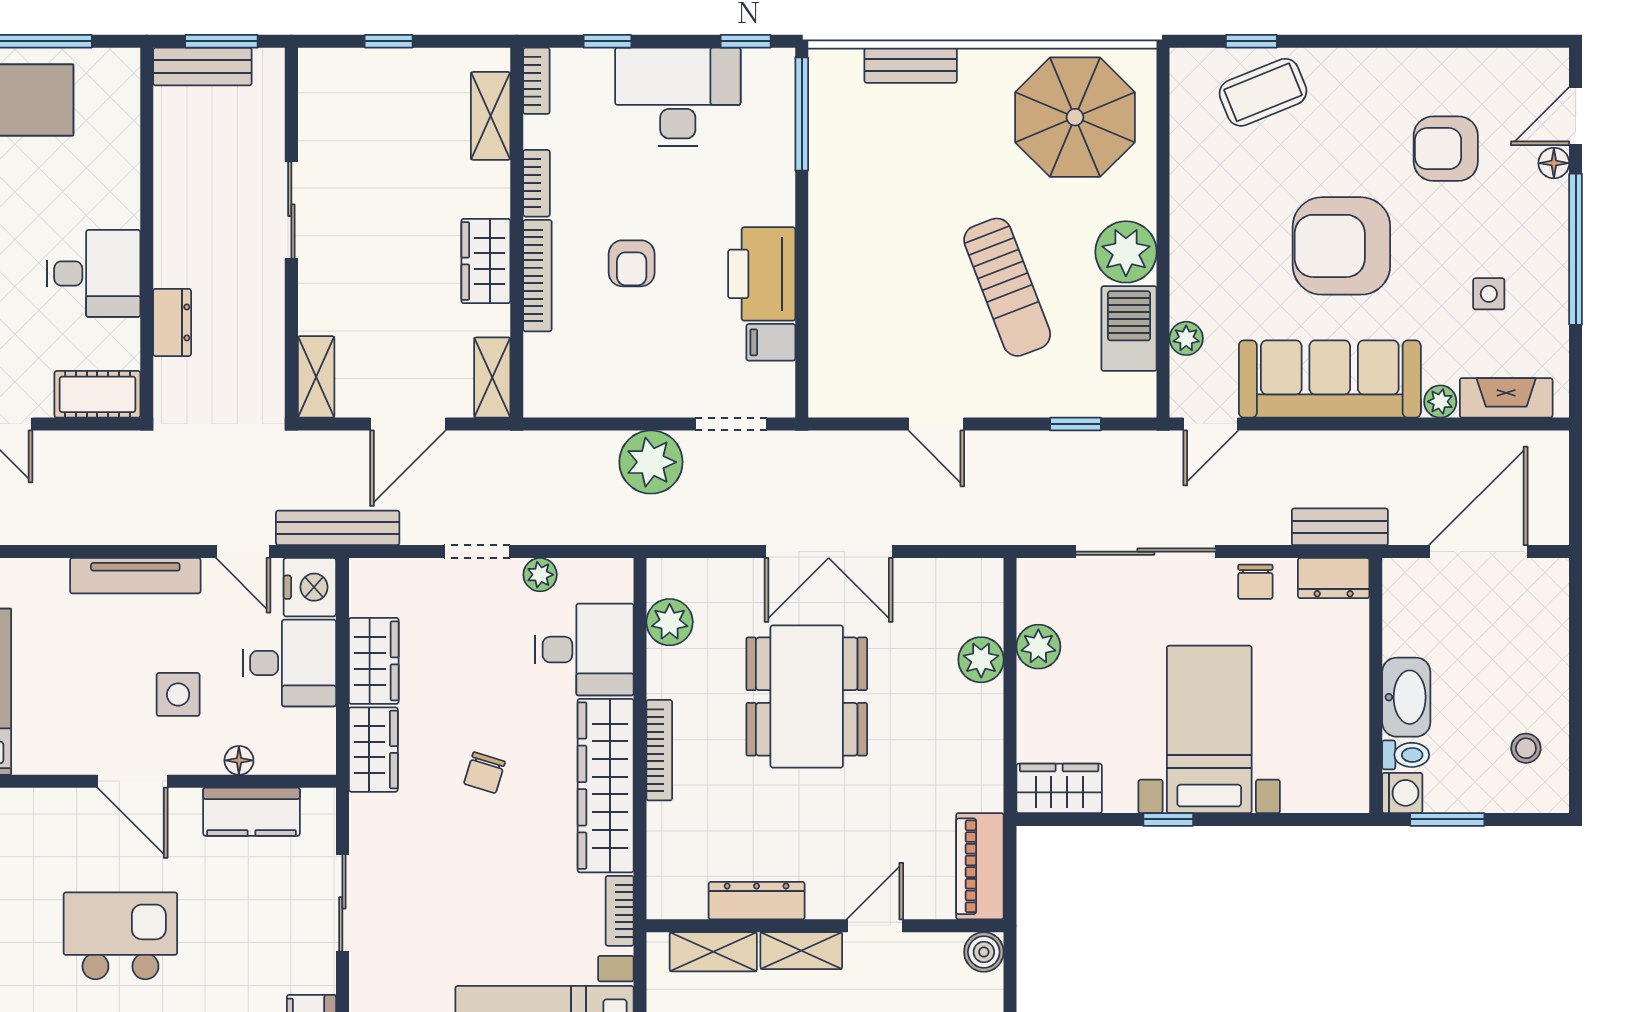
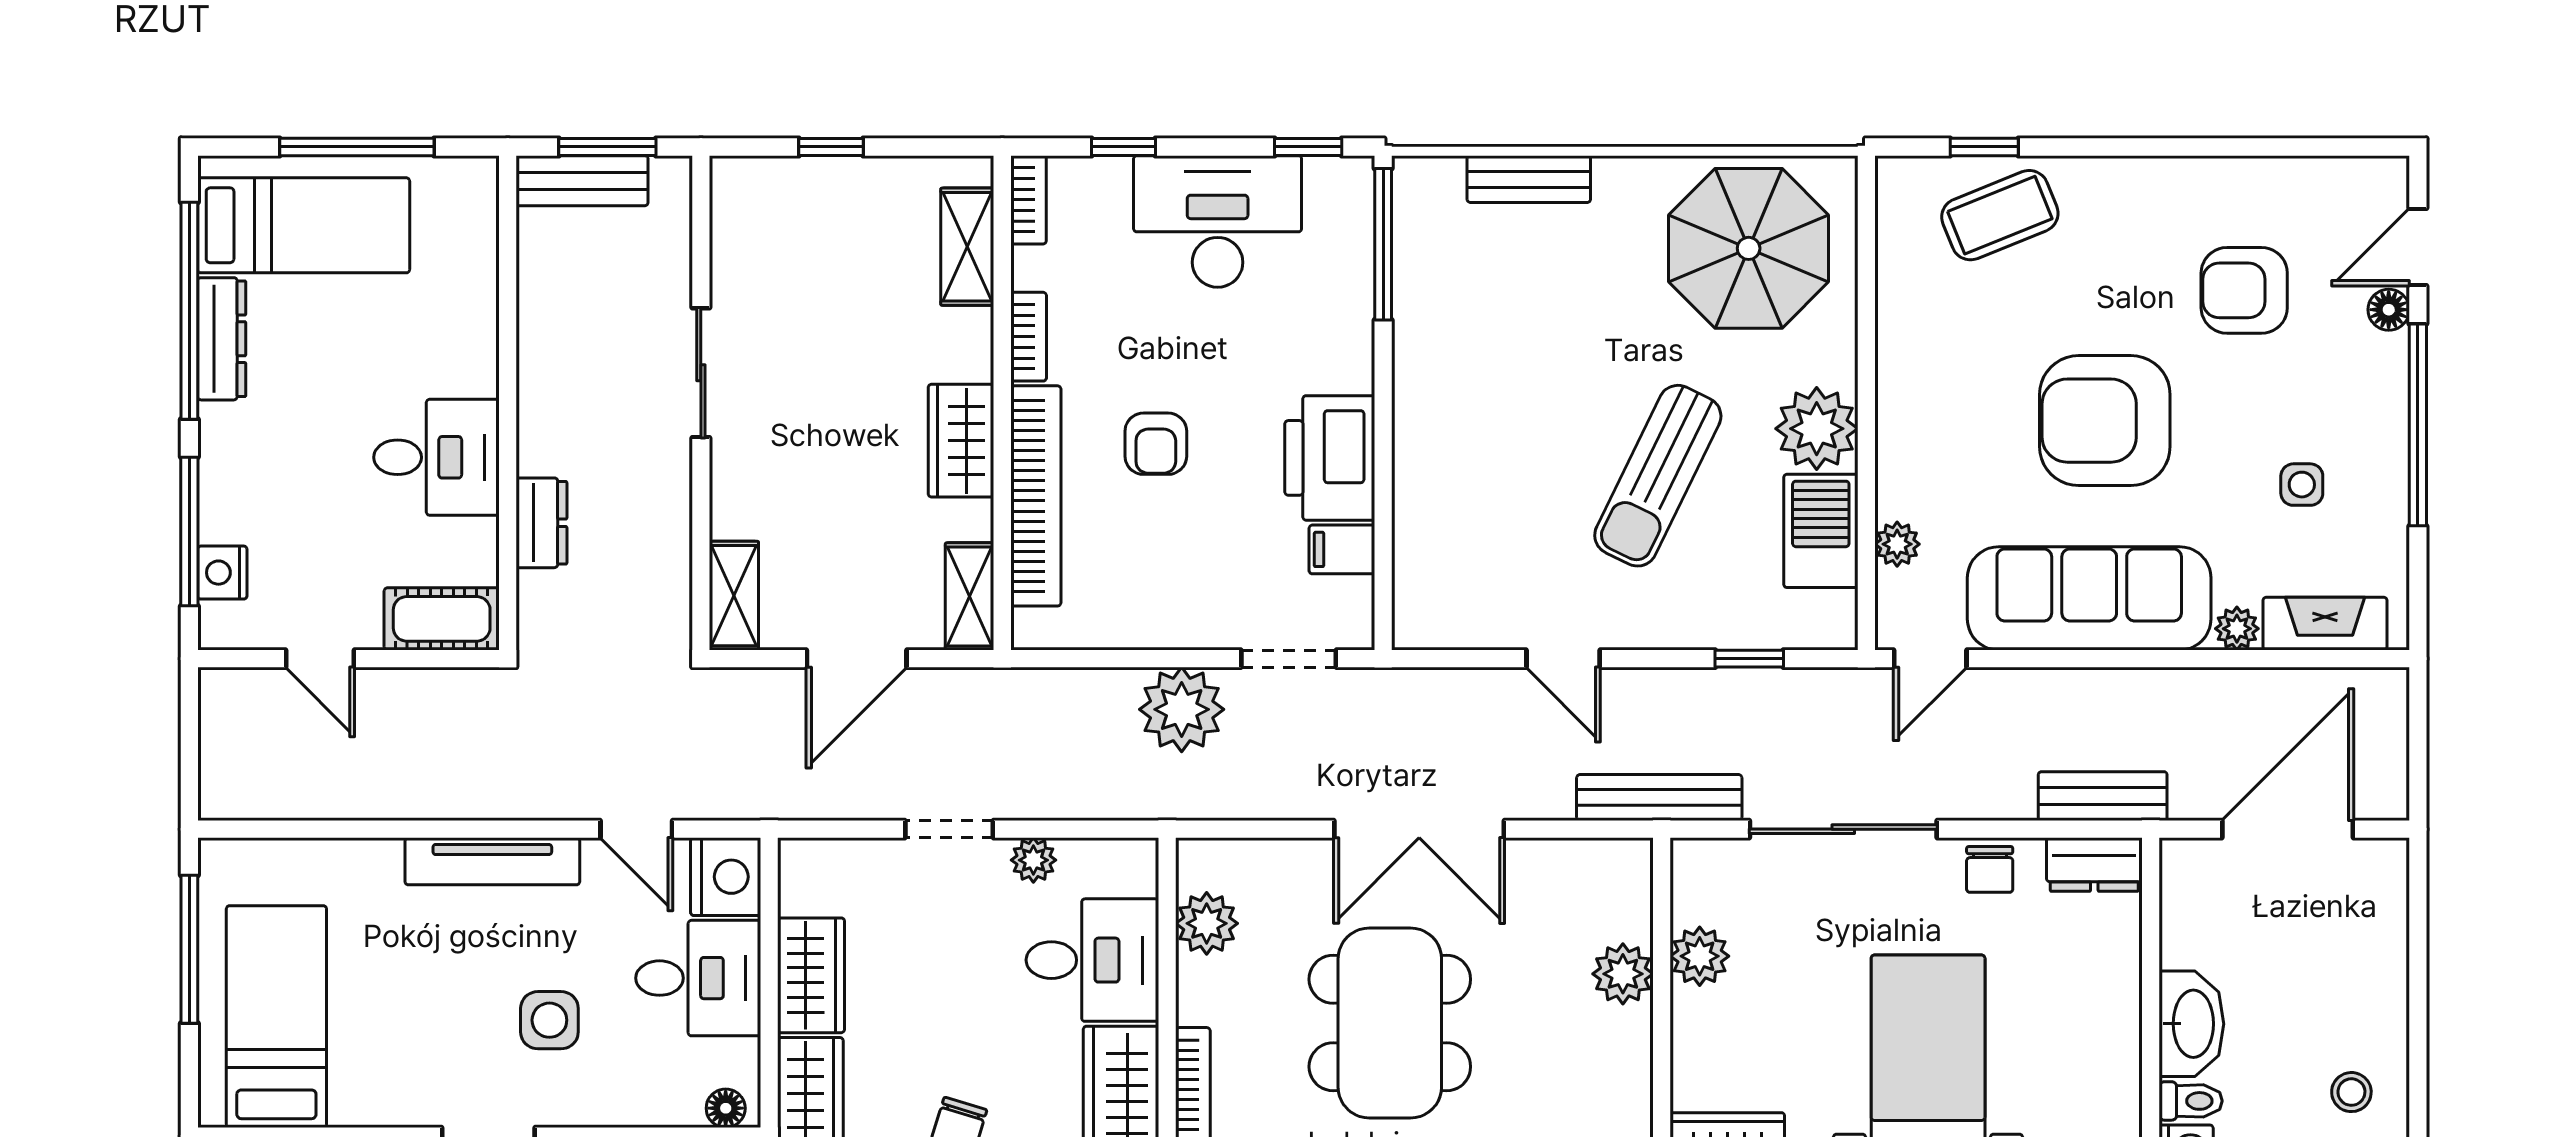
bookcase: (537, 276) -> (1036, 496), width x1.48, depth x1.31
sun lounger: (1007, 287) -> (1658, 476), turned 47
bench: (338, 528) -> (1659, 798), moved
floor lamp: (239, 760) -> (726, 1108), moved

